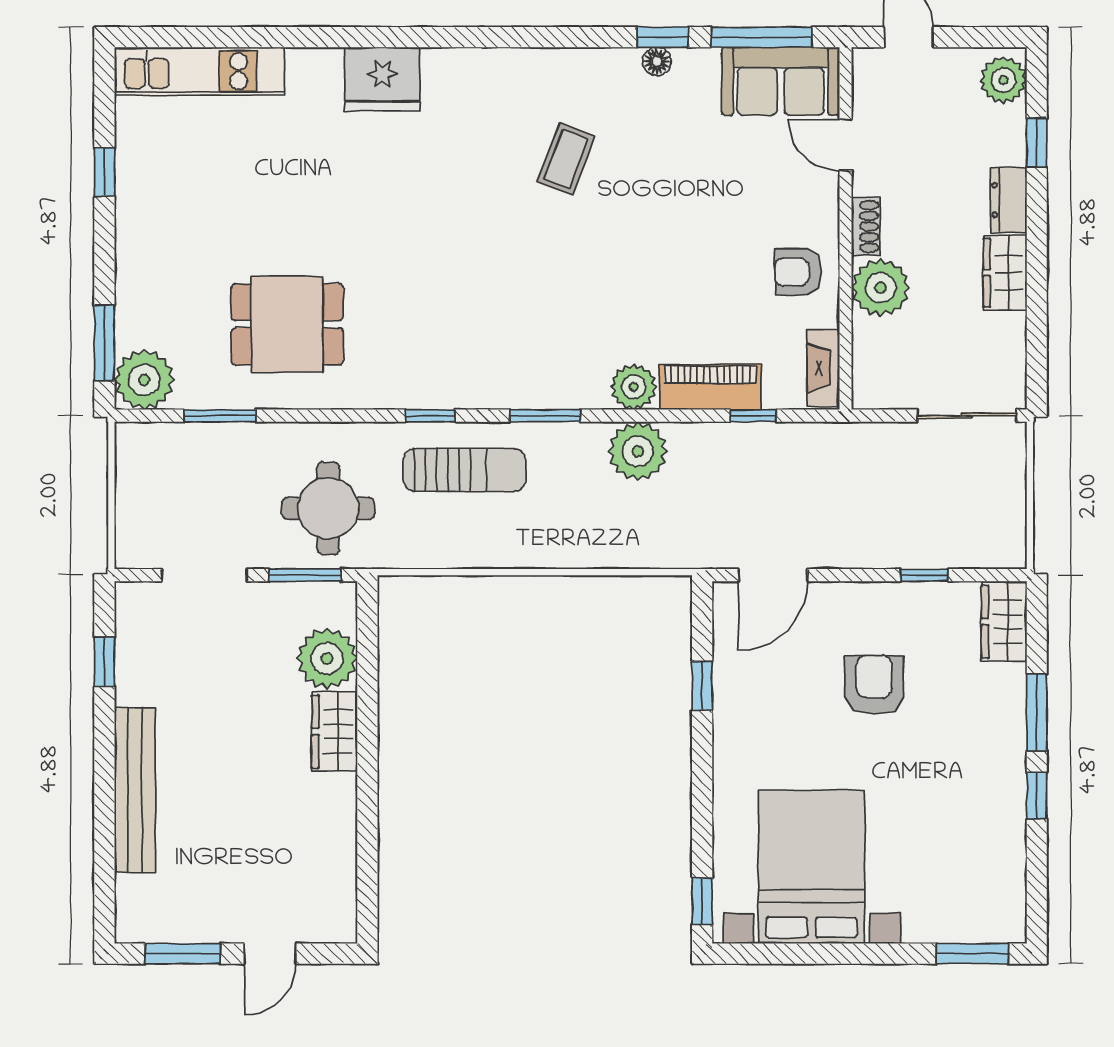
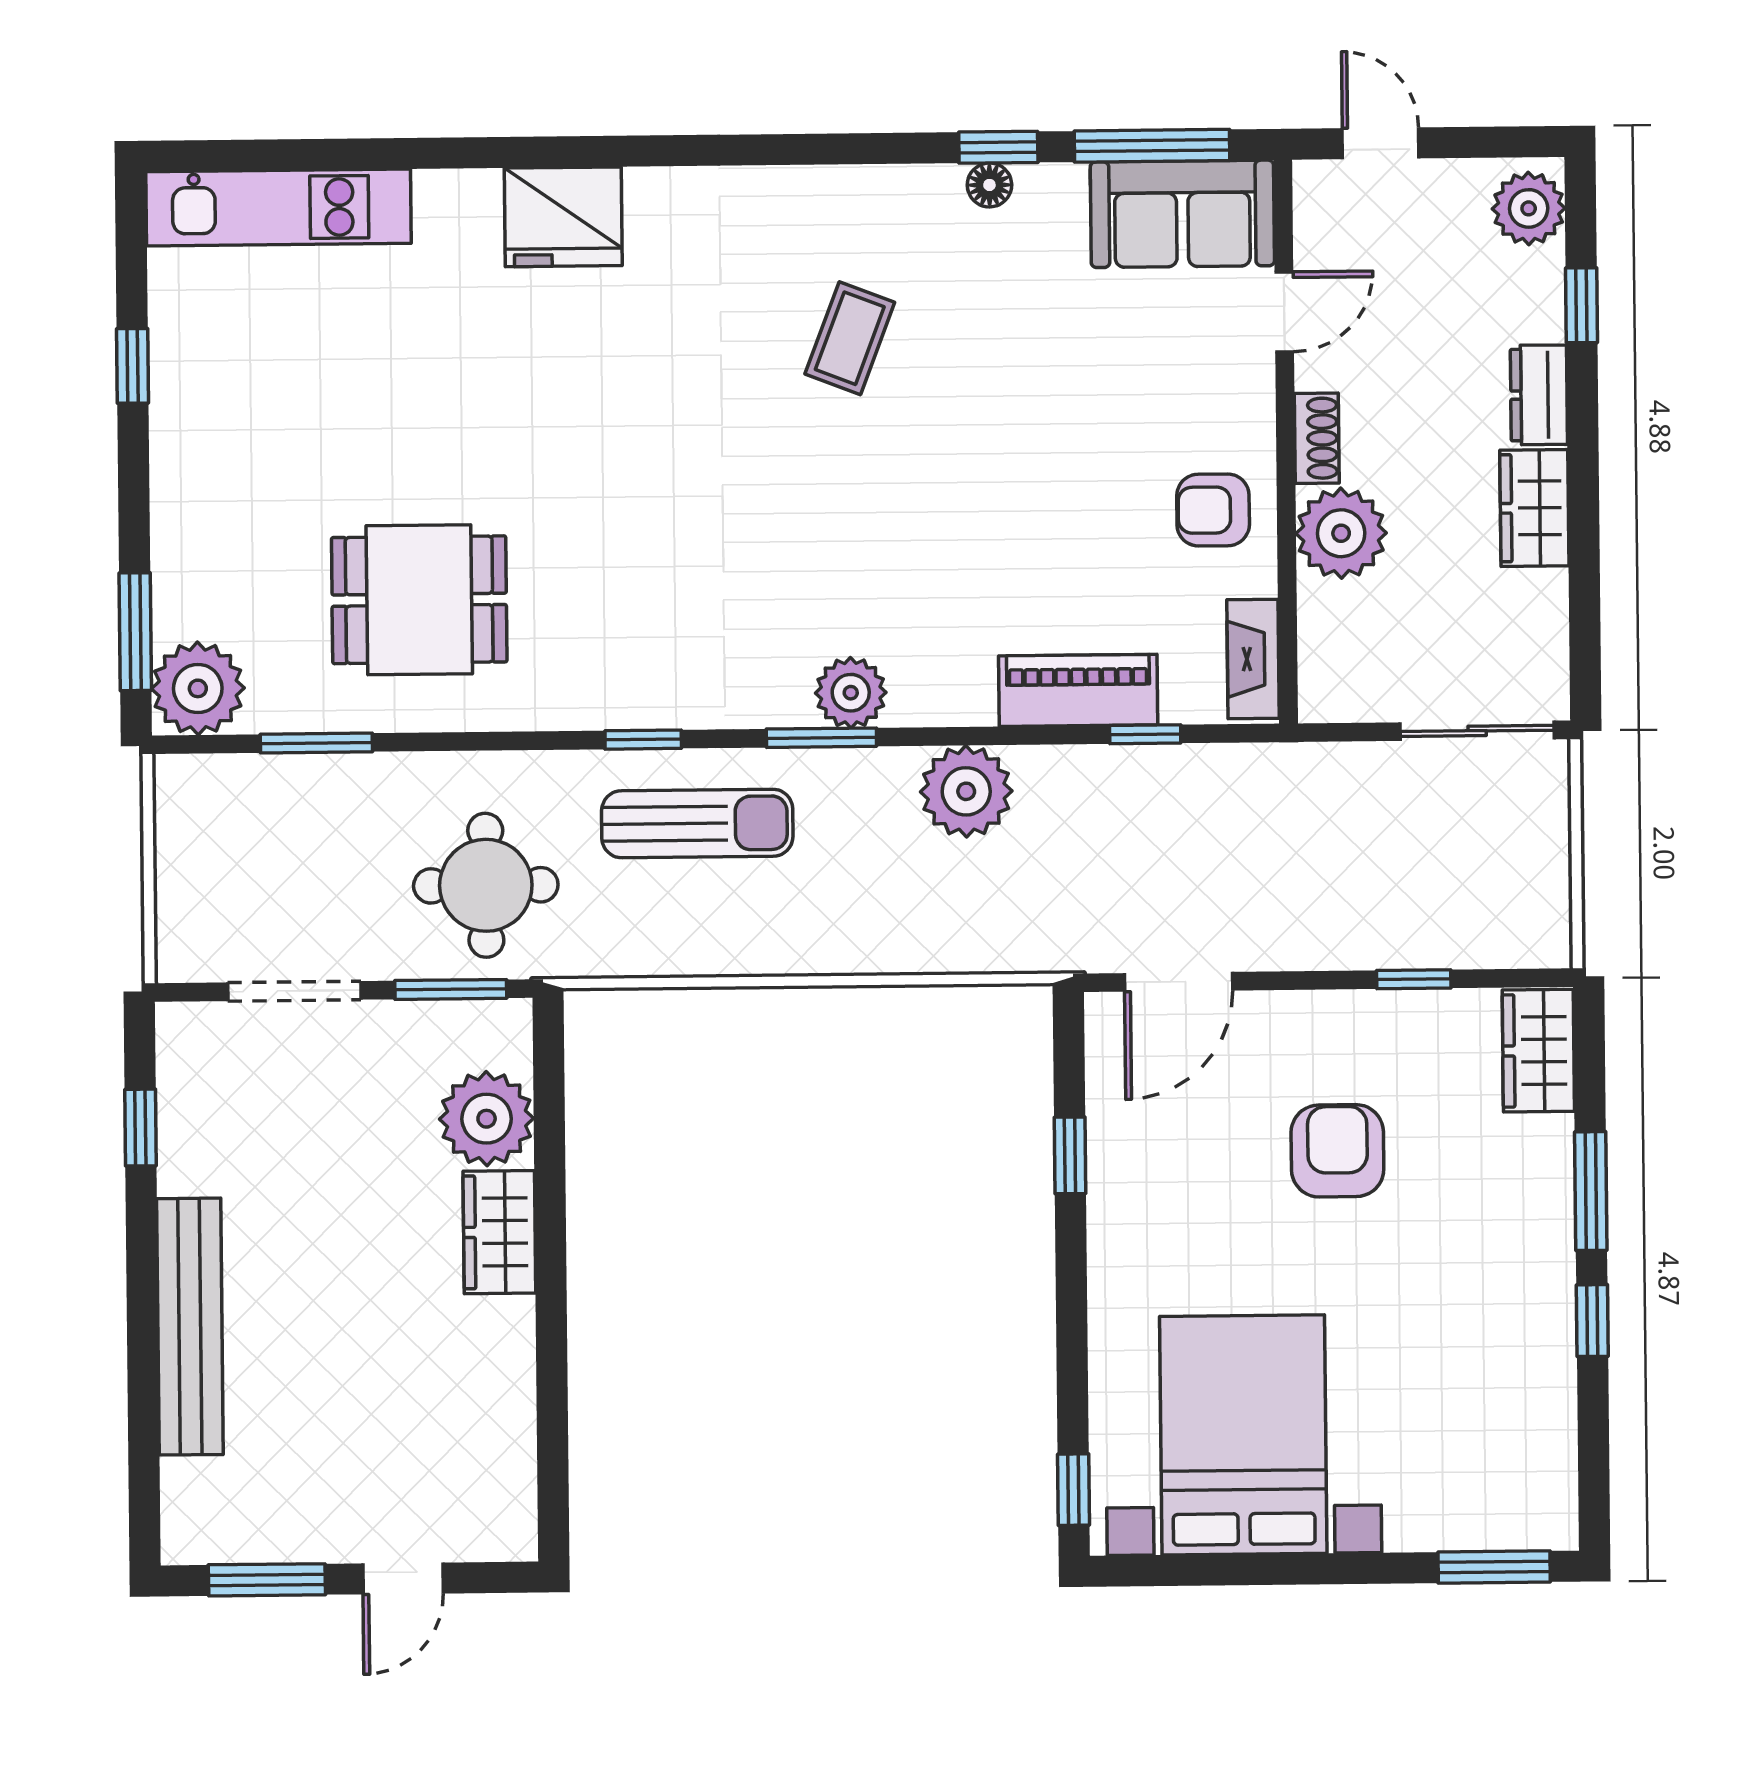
door: (846, 145) -> (1284, 312), swing flipped
plant: (634, 387) -> (851, 693), moved

